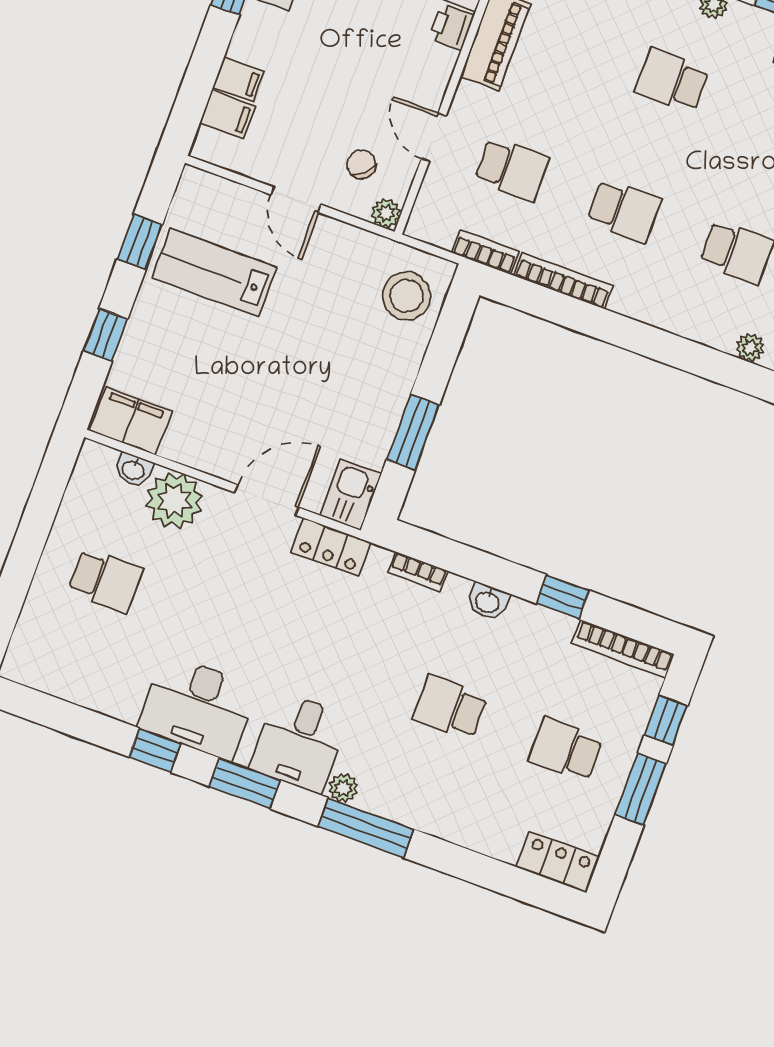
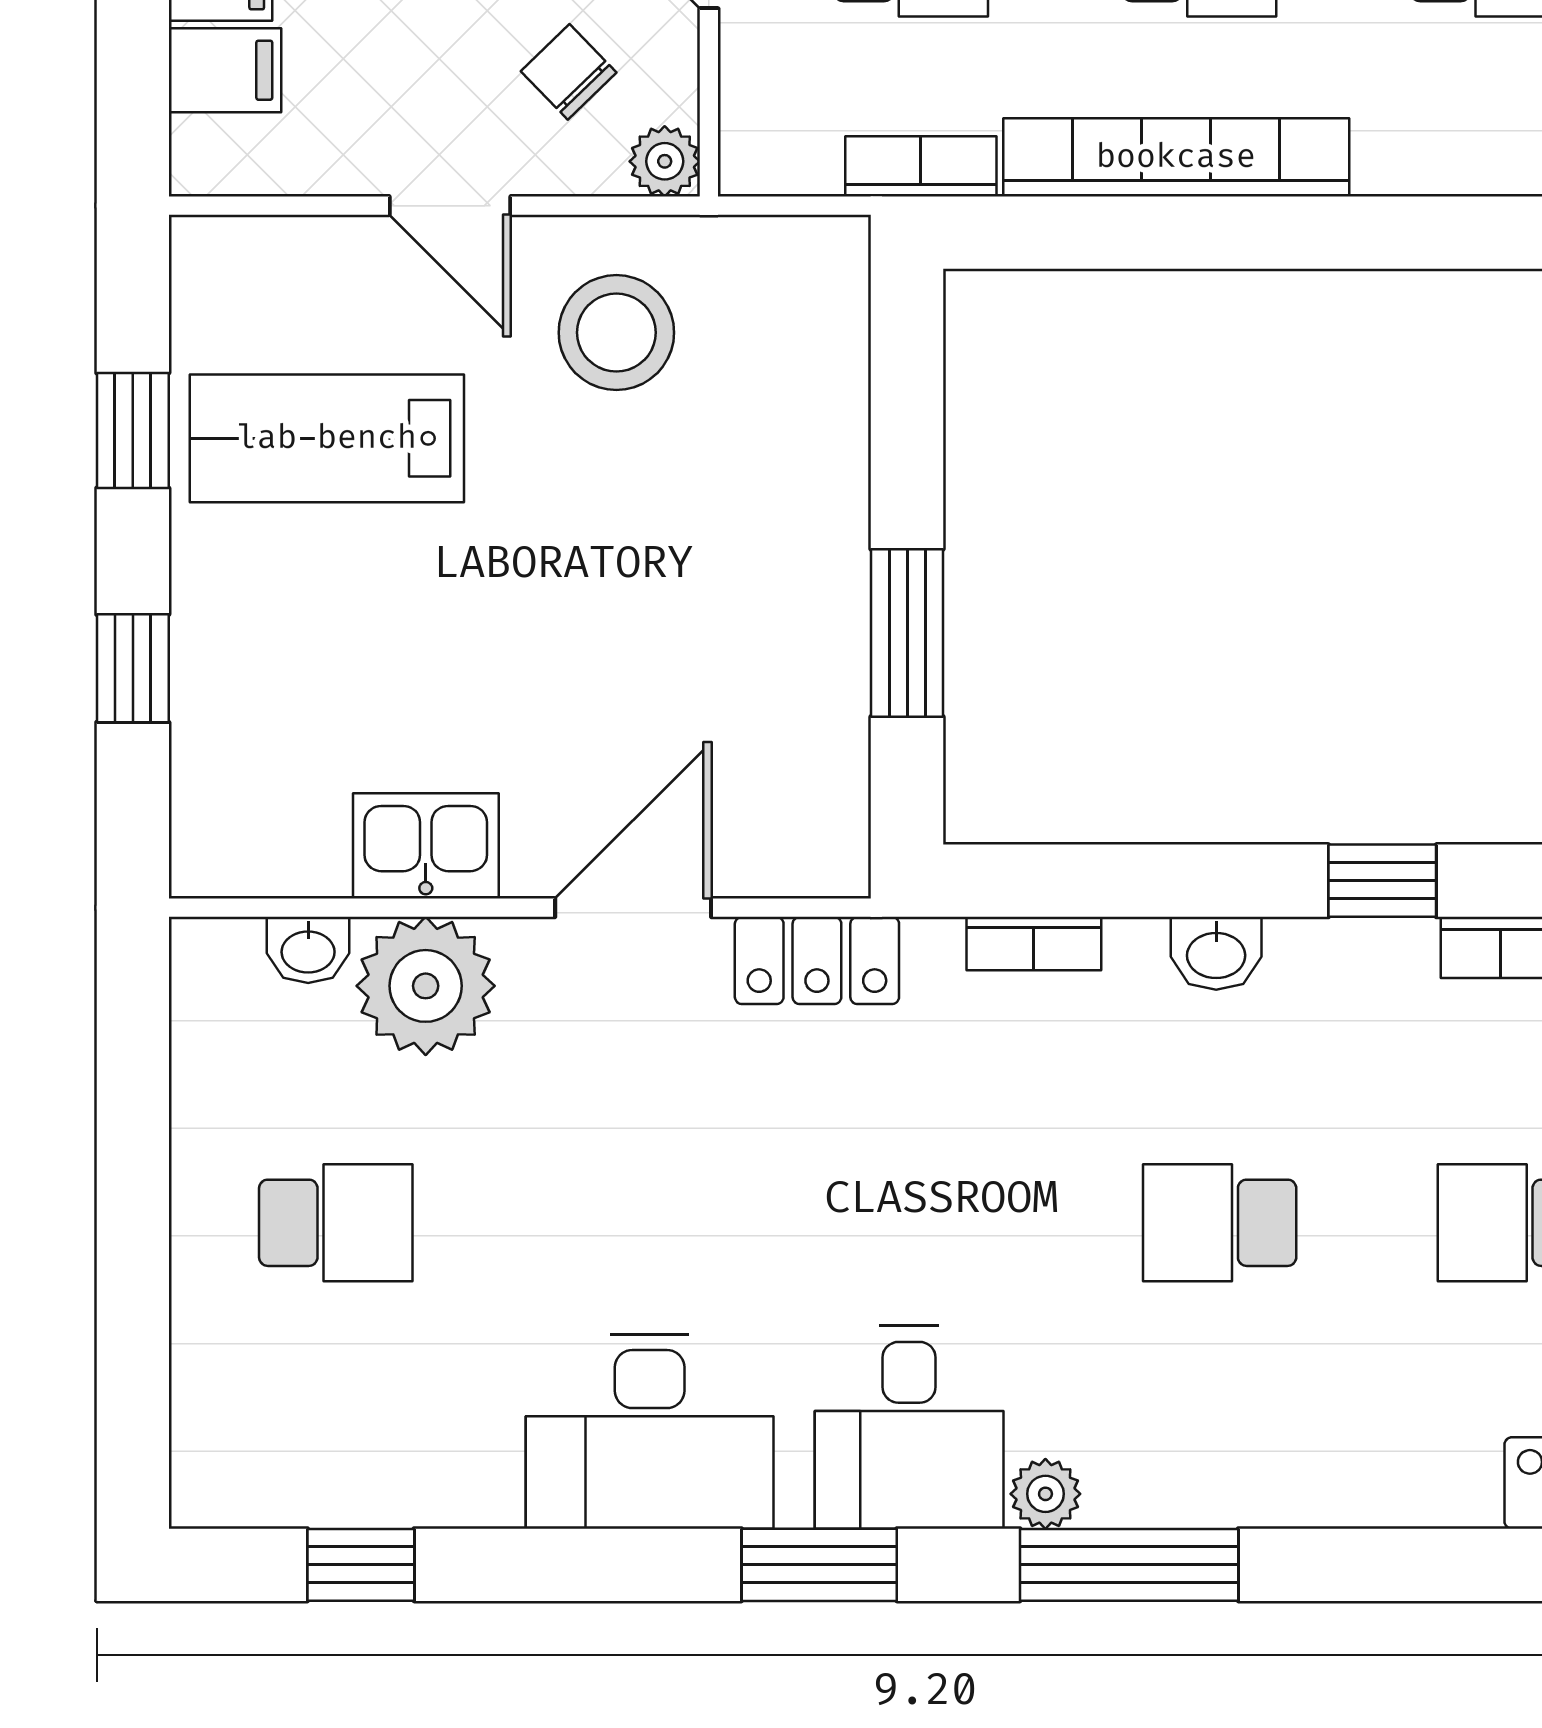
bookcase: (563, 281) -> (1176, 157), width x1.48, depth x1.31
stool: (407, 296) -> (616, 333), moved
filing cabinet: (131, 421) -> (261, 842), removed
kitchen sink: (351, 495) -> (426, 846), moved, turned 90
window: (155, 750) -> (361, 1565), moved

